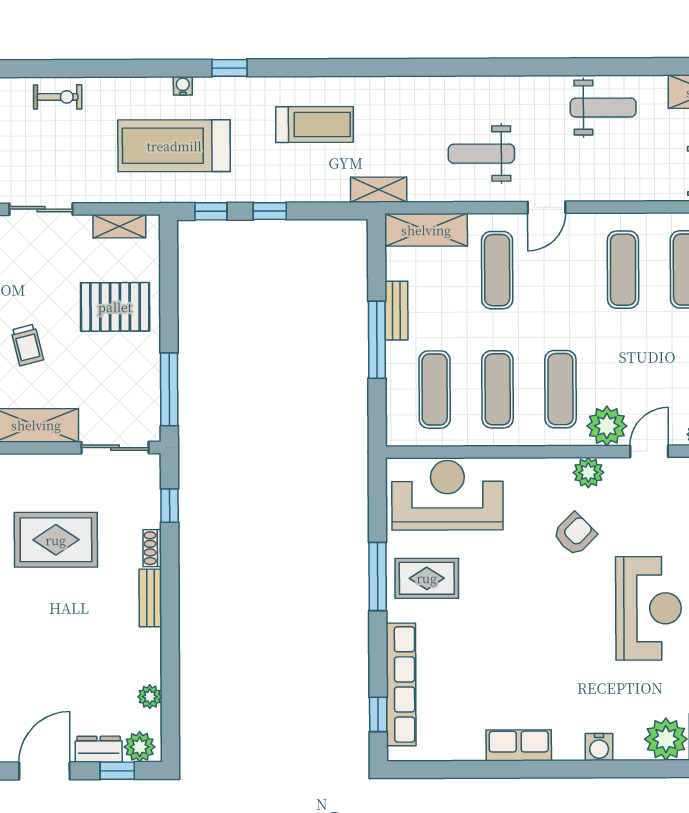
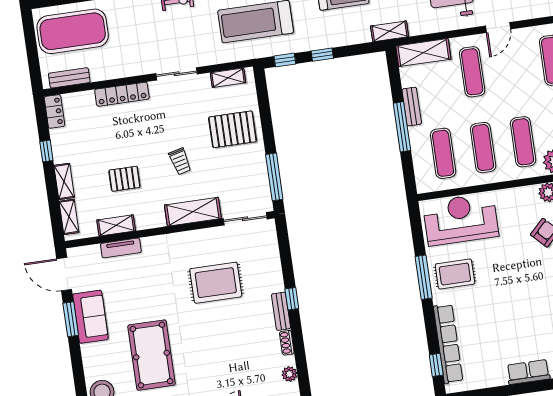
window: (170, 506) -> (292, 299), moved
shoe rack: (152, 548) -> (287, 343), moved

